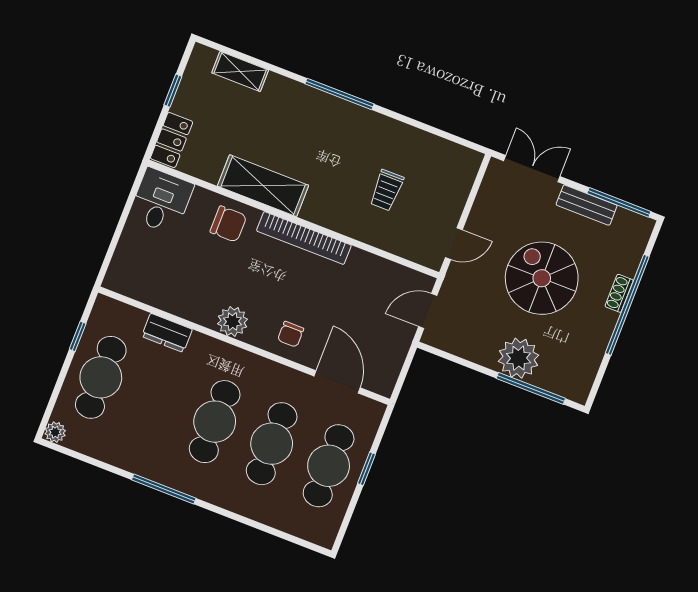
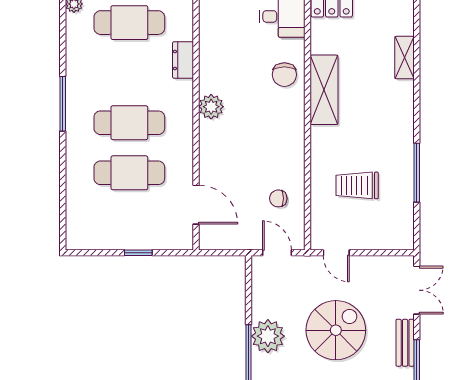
shelving: (240, 71) -> (404, 58), moved
window: (339, 94) -> (417, 173), moved
trolley: (387, 190) -> (357, 185), width x1.36, depth x1.39
bookcase: (304, 238) -> (296, 136), removed
chair: (291, 334) -> (278, 198), moved
door: (337, 382) -> (196, 205), hinge flipped
cafe table: (329, 466) -> (129, 223), removed

